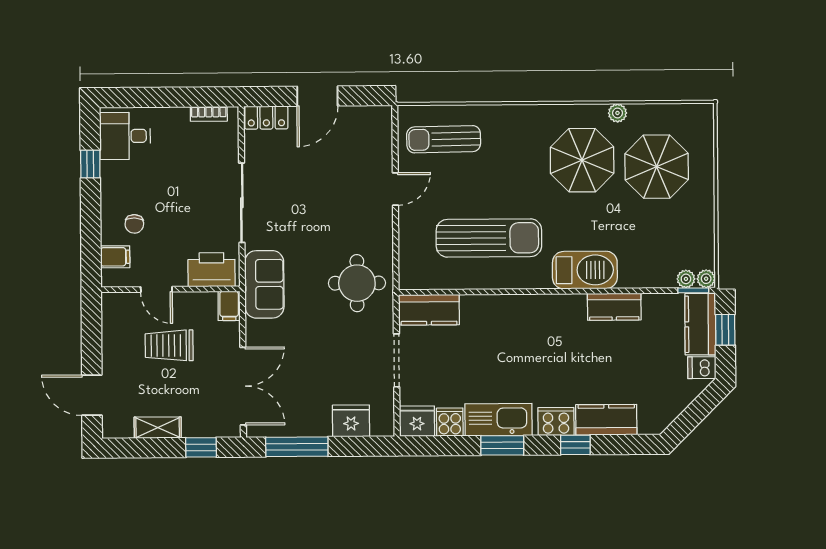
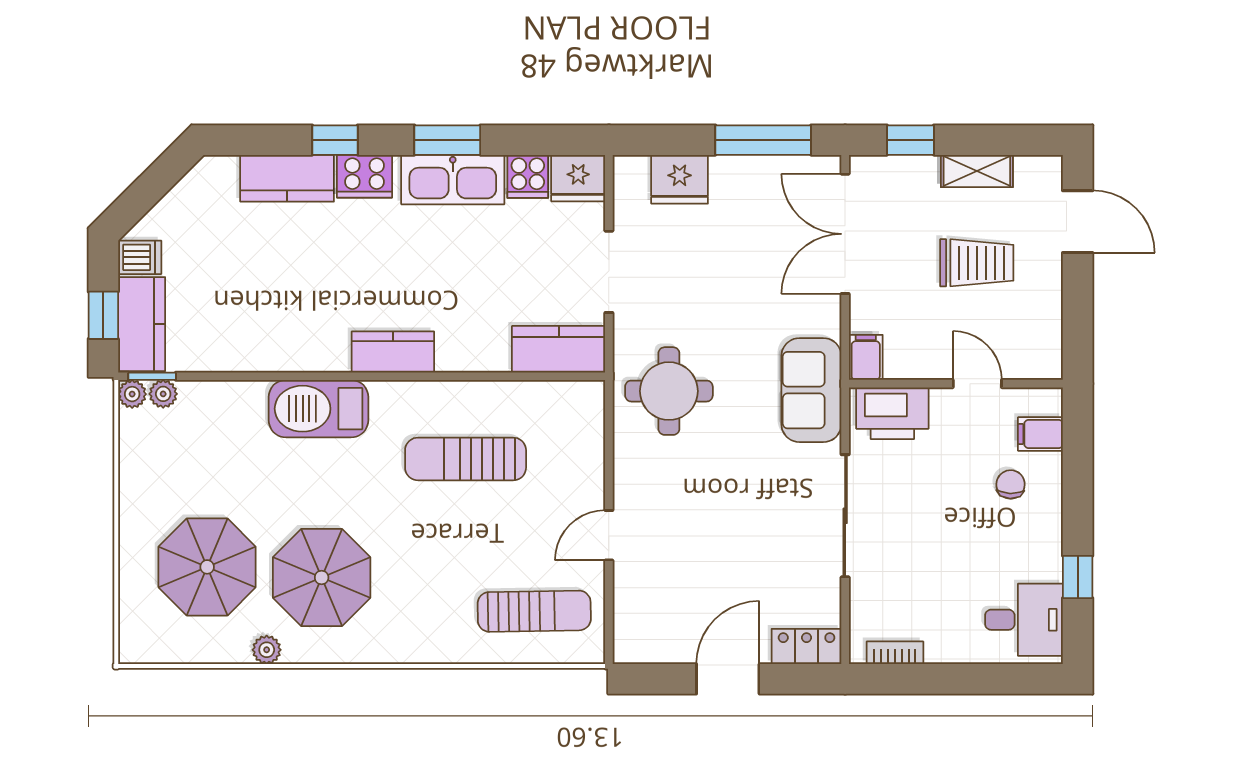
sun lounger: (489, 238) -> (466, 459), width x0.73, depth x0.75
kitchen counter: (614, 307) -> (393, 352), moved
trolley: (169, 345) -> (977, 263), moved

